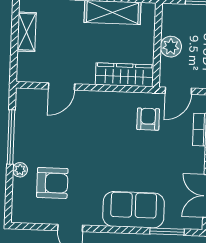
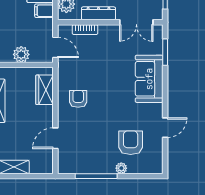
wardrobe: (124, 75) -> (44, 90), width x0.67
door: (62, 86) -> (55, 138), swing flipped
armchair: (148, 119) -> (78, 99), moved, turned 90

